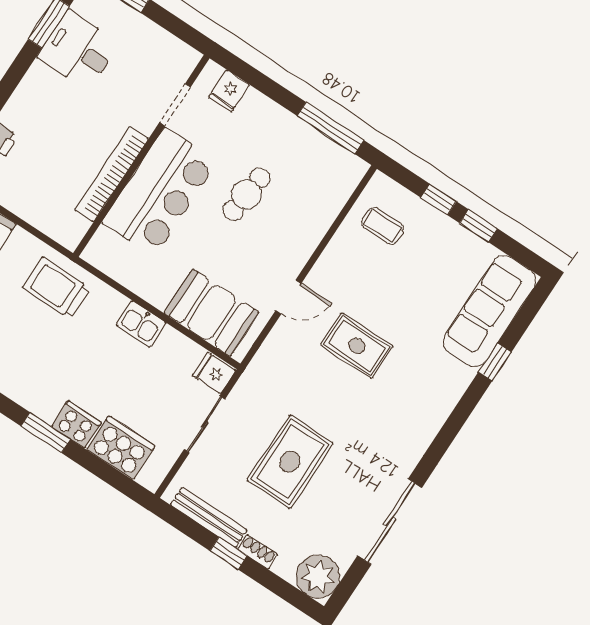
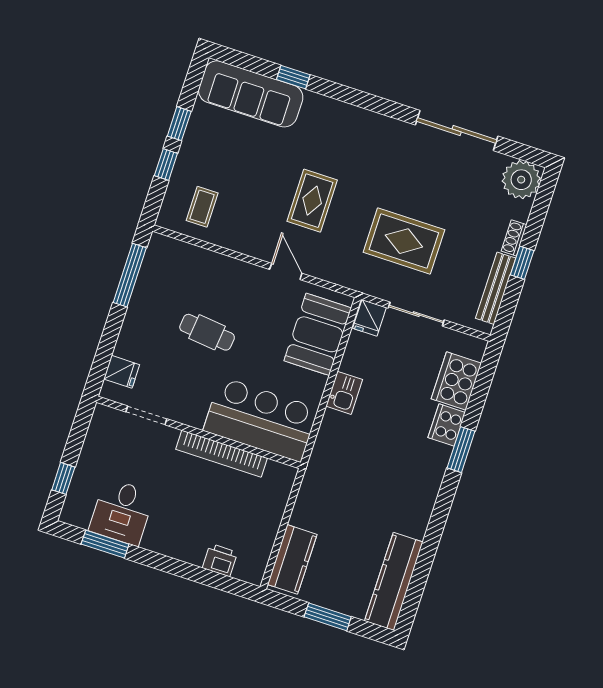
bar counter: (160, 192) -> (261, 419), moved
trolley: (56, 288) -> (333, 475), removed
rug: (290, 462) -> (404, 241), moved

